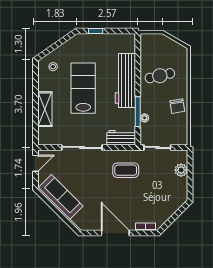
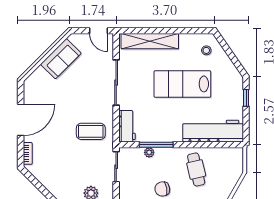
workbench: (125, 81) -> (213, 131), moved
lab bench: (83, 88) -> (182, 84), turned 180
shelving: (45, 109) -> (150, 41), width x1.47
coffee table: (126, 170) -> (91, 131), turned 90
sofa: (61, 197) -> (61, 59), width x0.73

